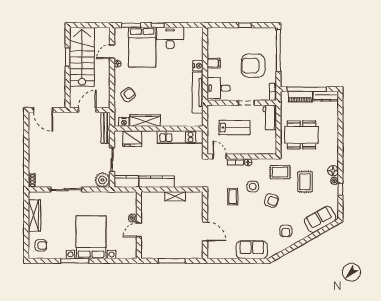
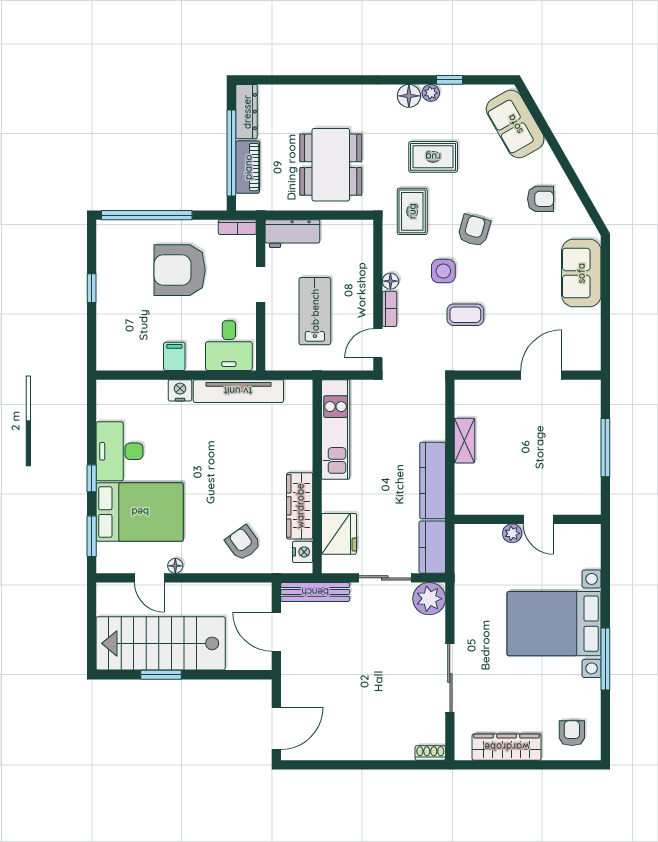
armchair: (253, 66) -> (180, 270), turned 90

